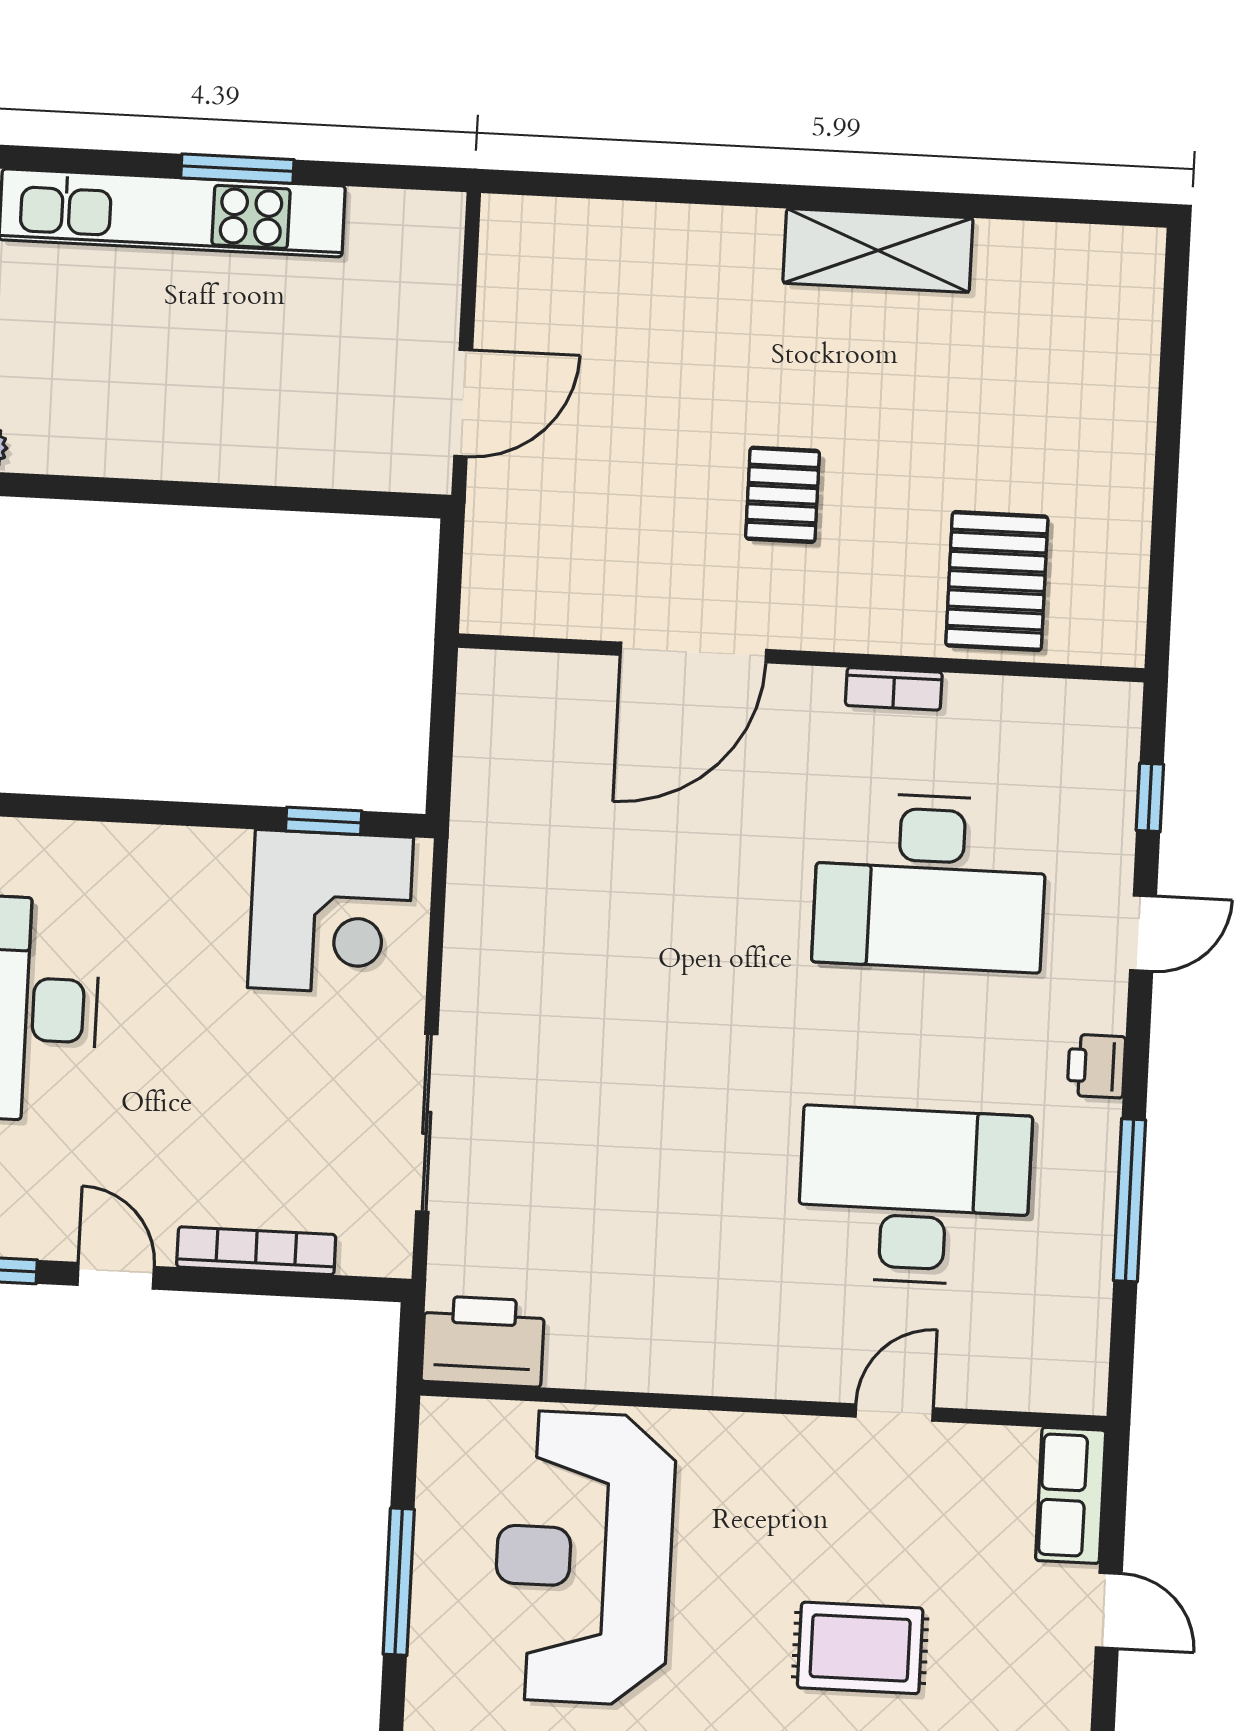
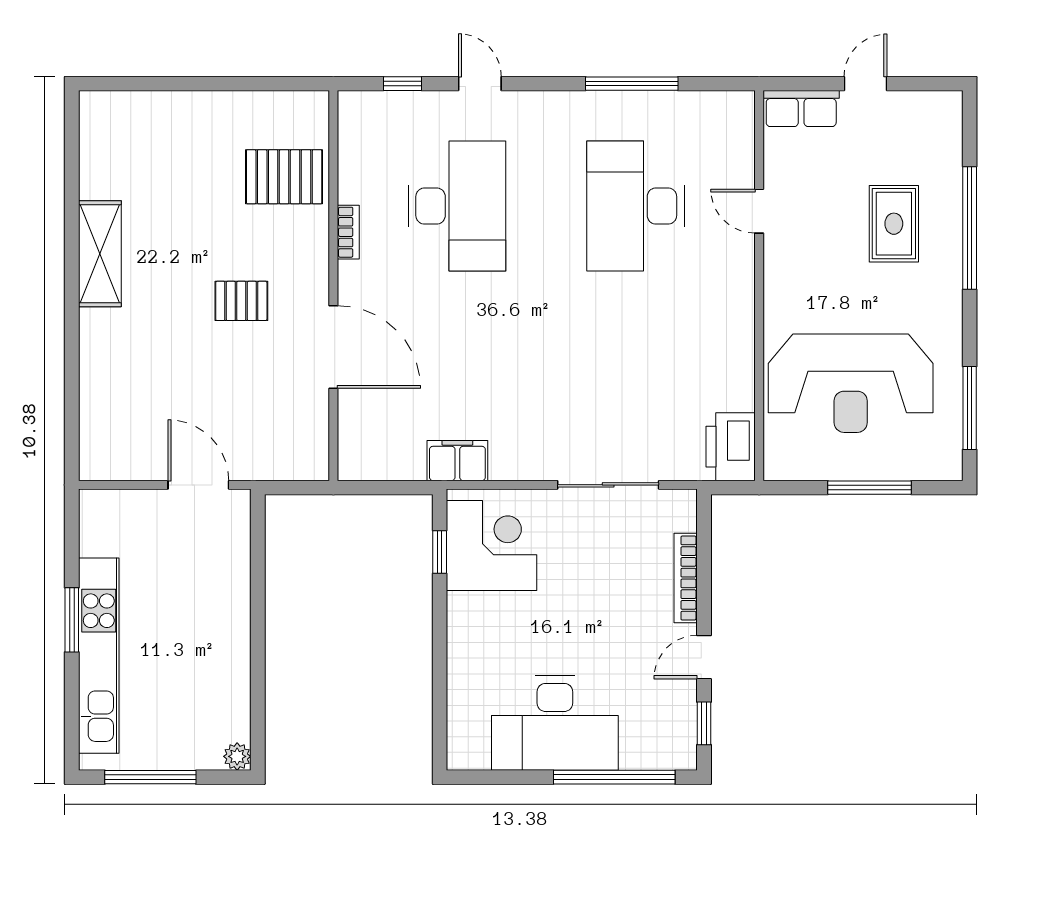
filing cabinet: (483, 860) -> (457, 461), added
printer: (1096, 1066) -> (557, 106), removed

